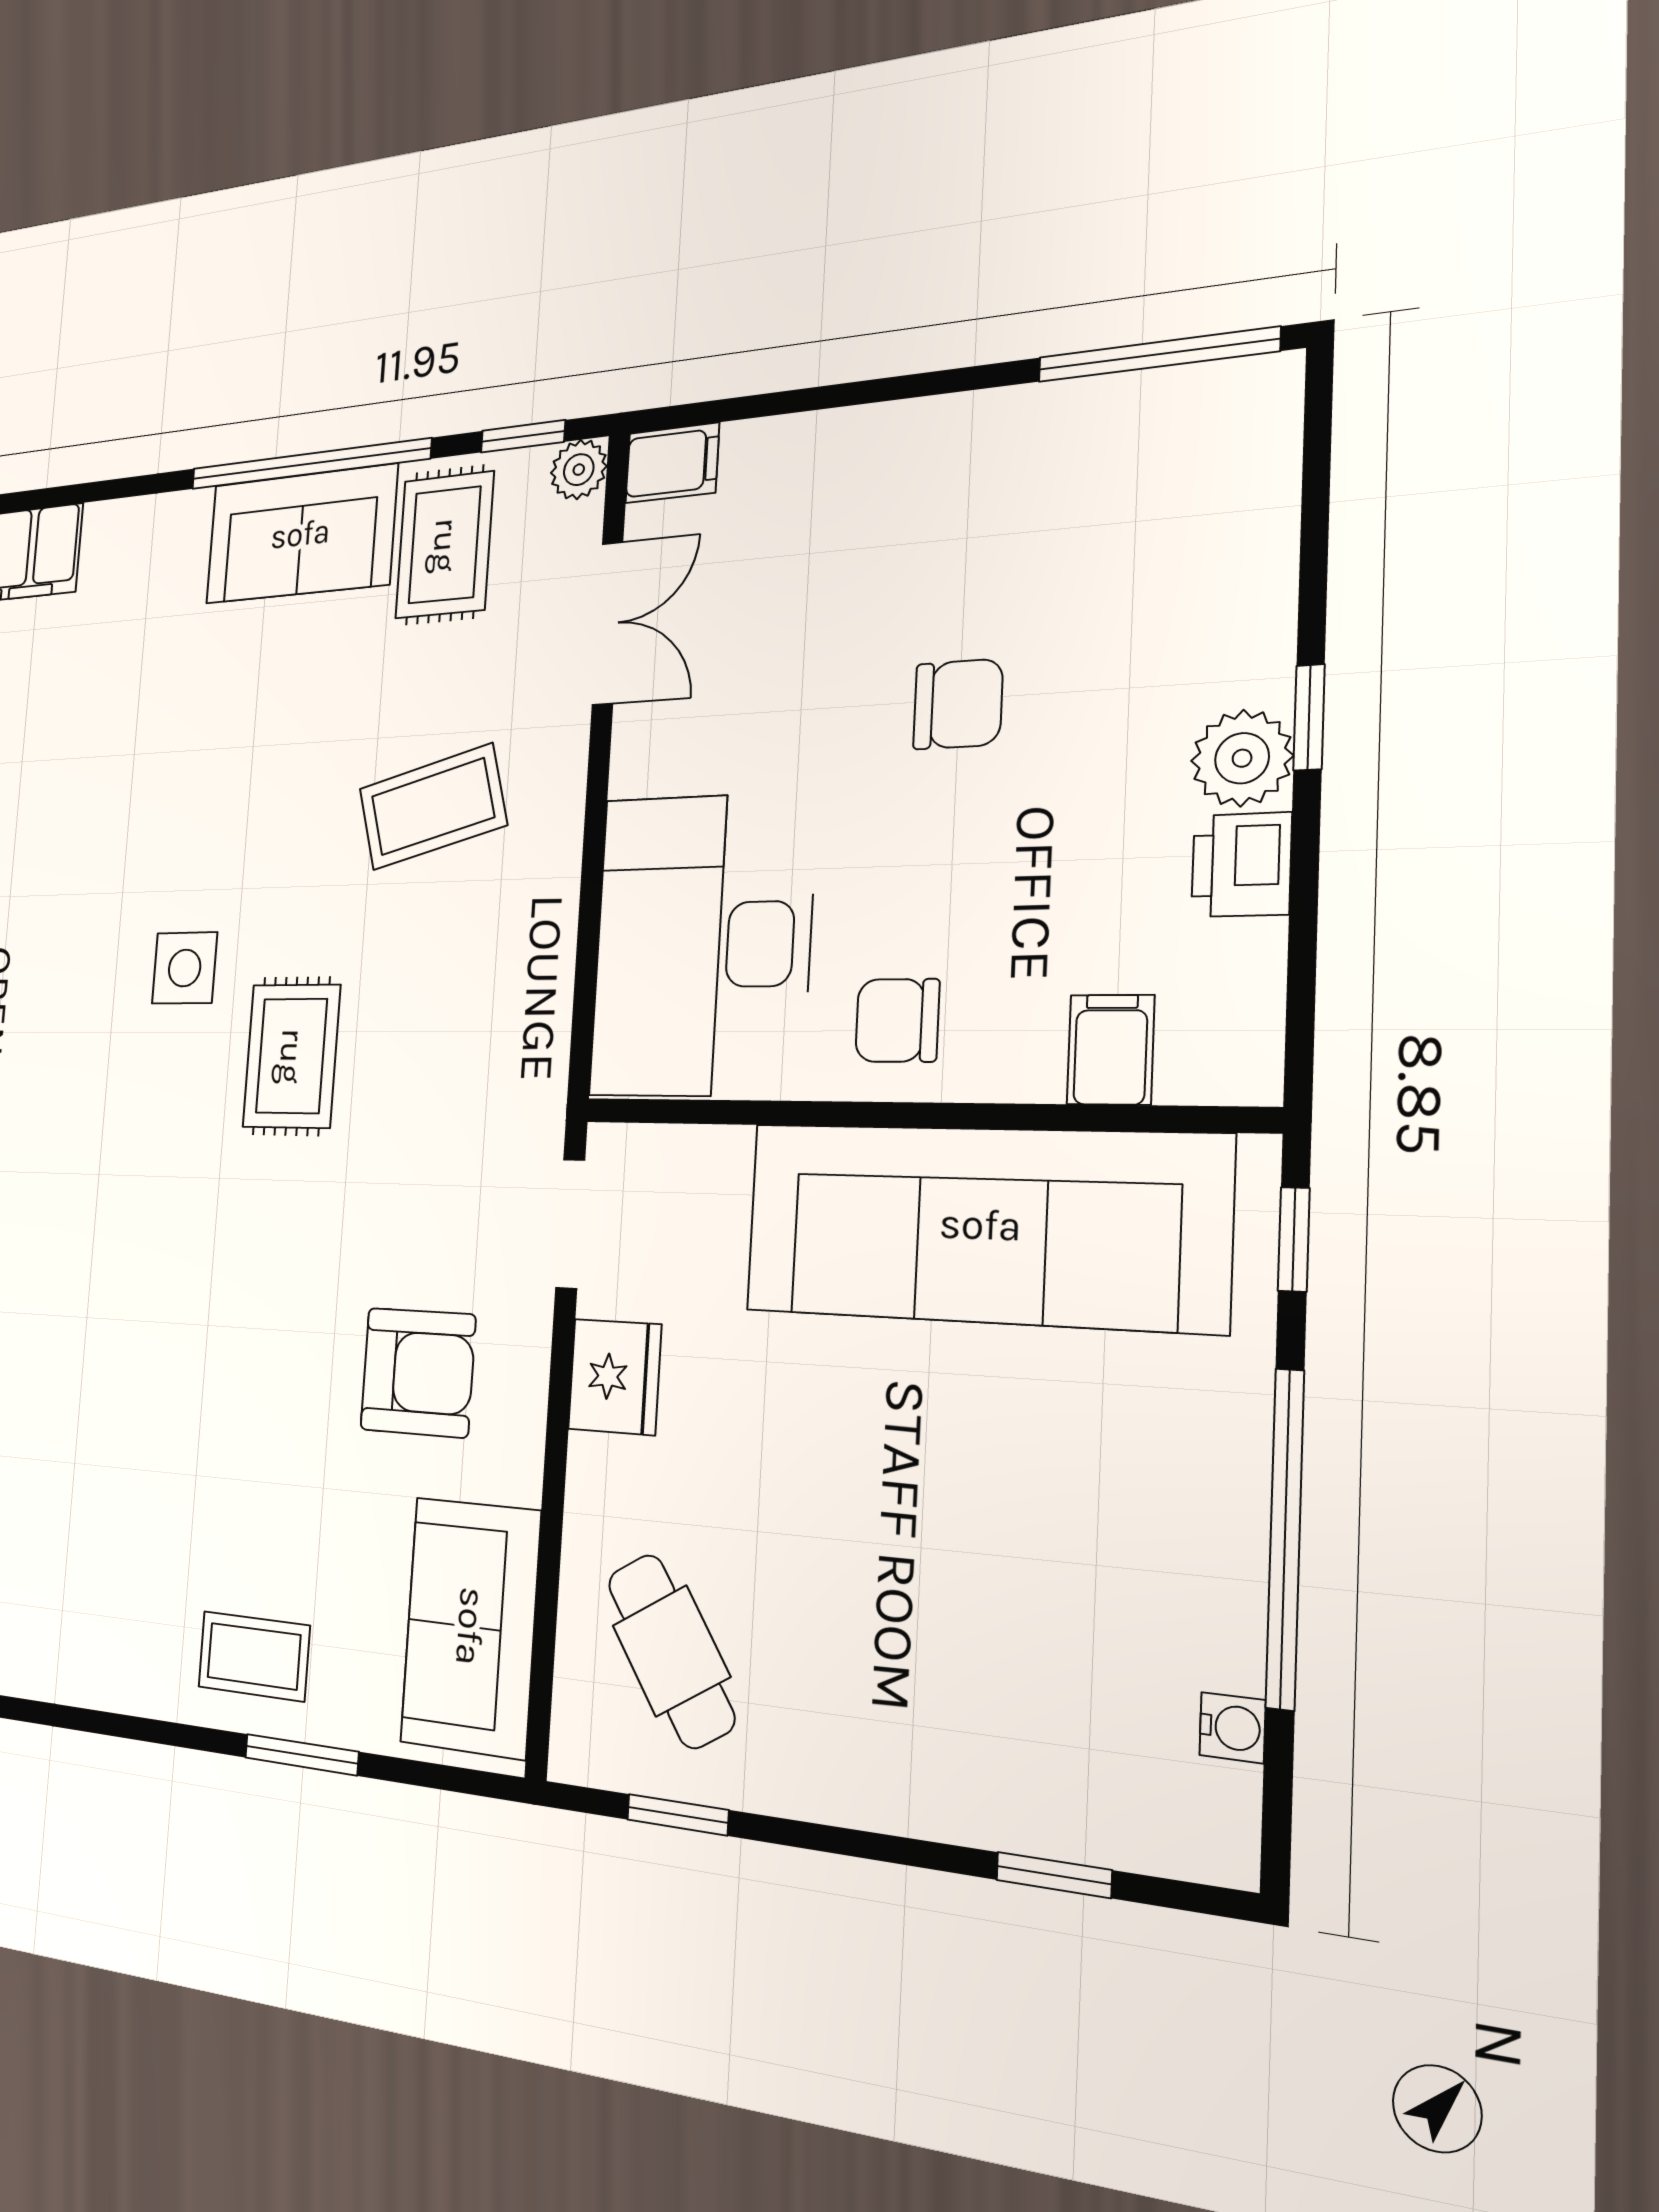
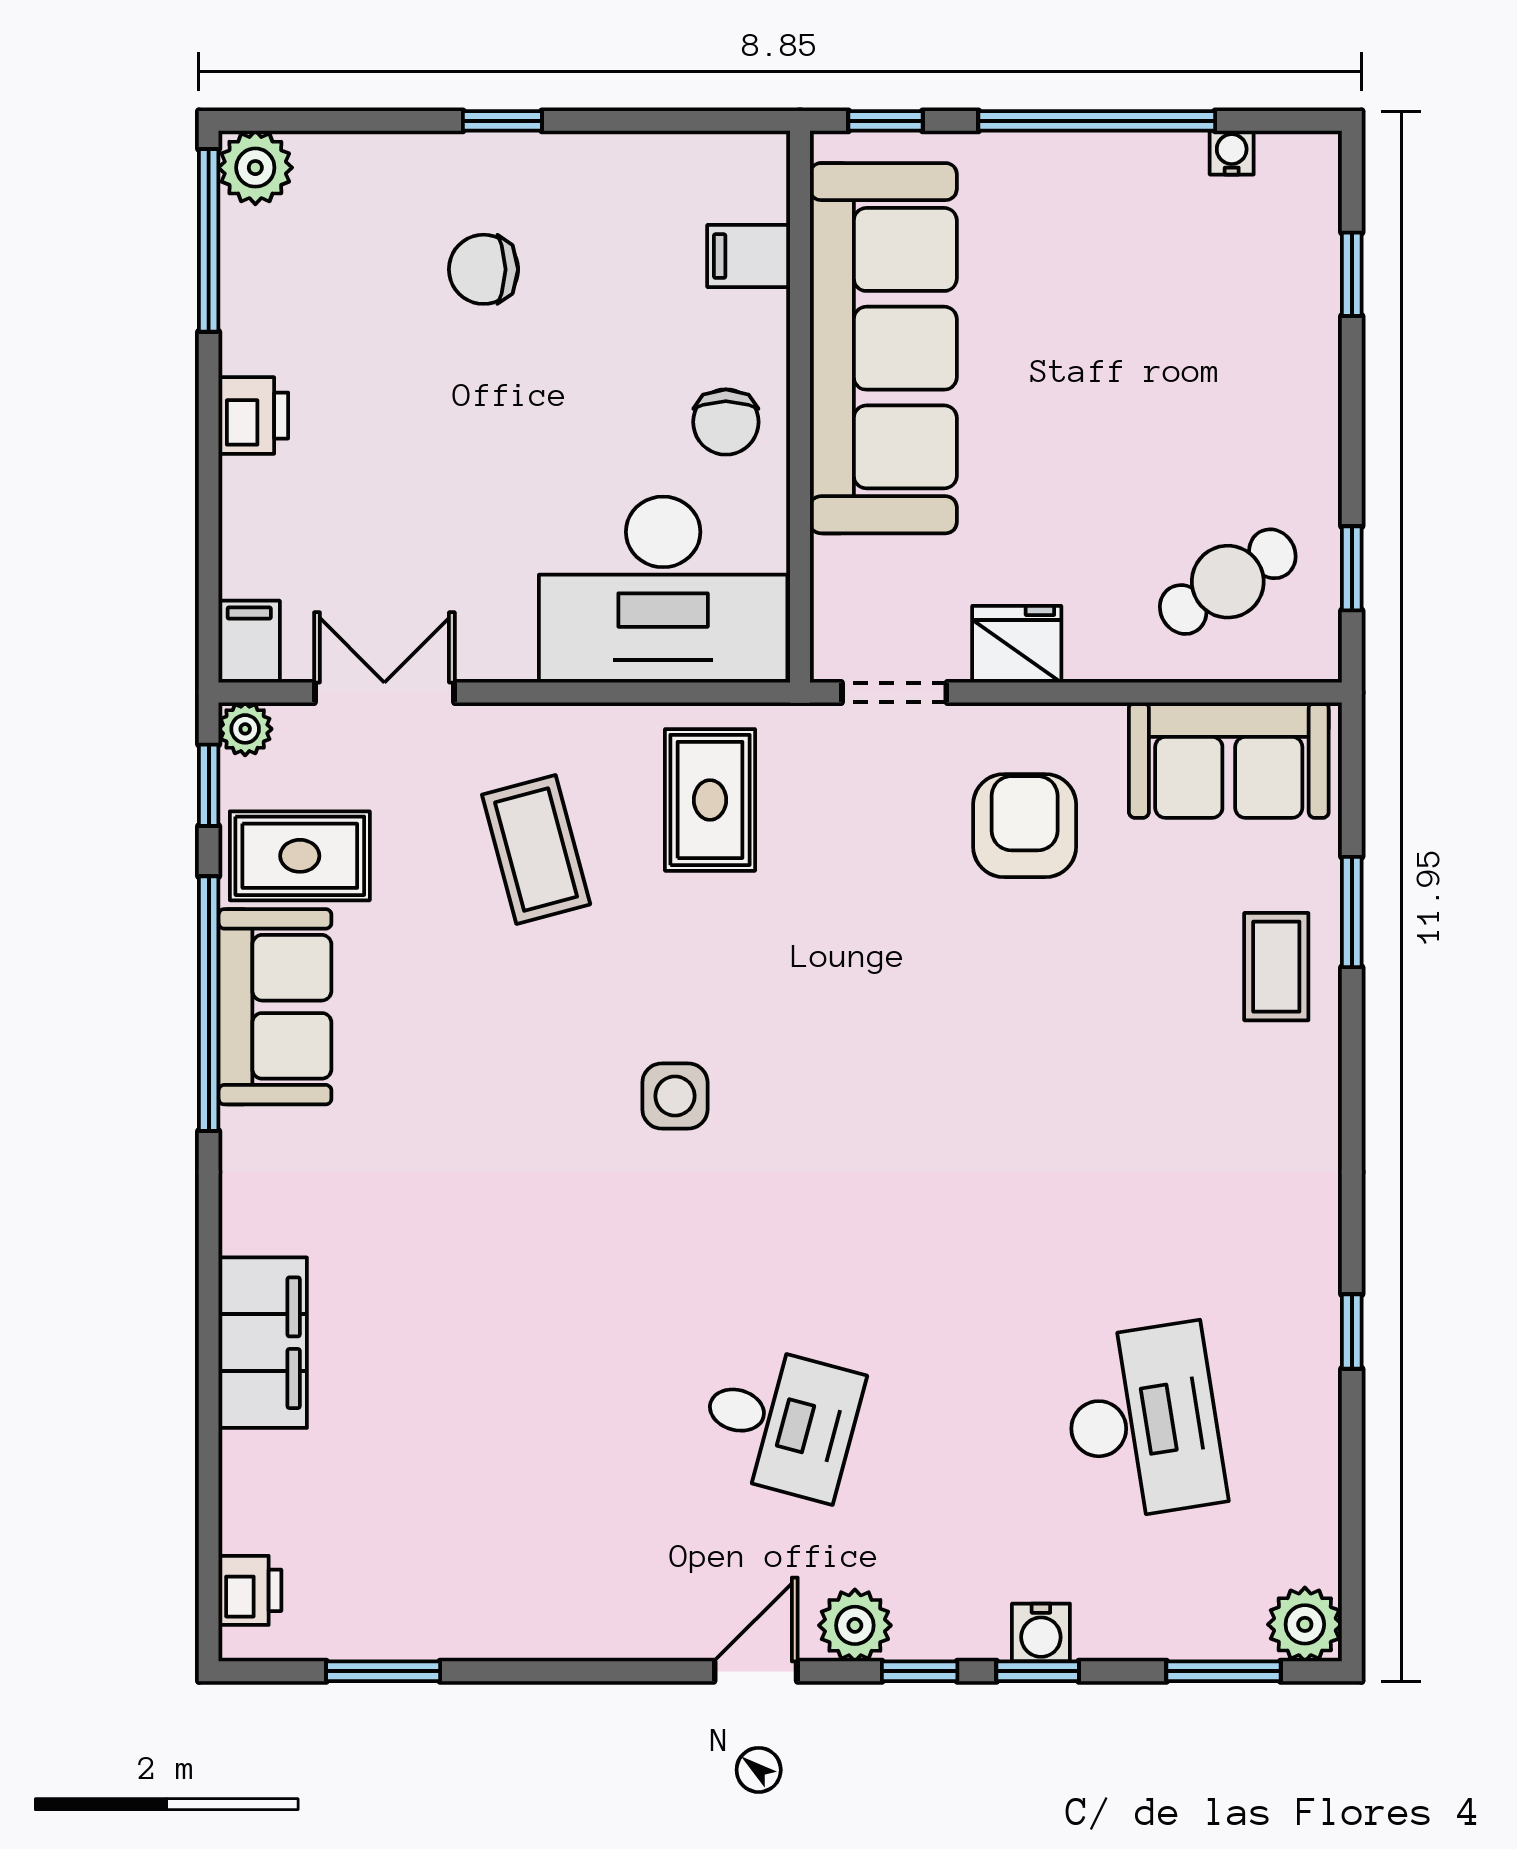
chair: (958, 704) -> (484, 269), moved, turned -90
plant: (1242, 758) -> (255, 168), moved
printer: (1241, 865) -> (253, 416), moved, turned -90
rug: (291, 1056) -> (710, 800), moved, turned 90

